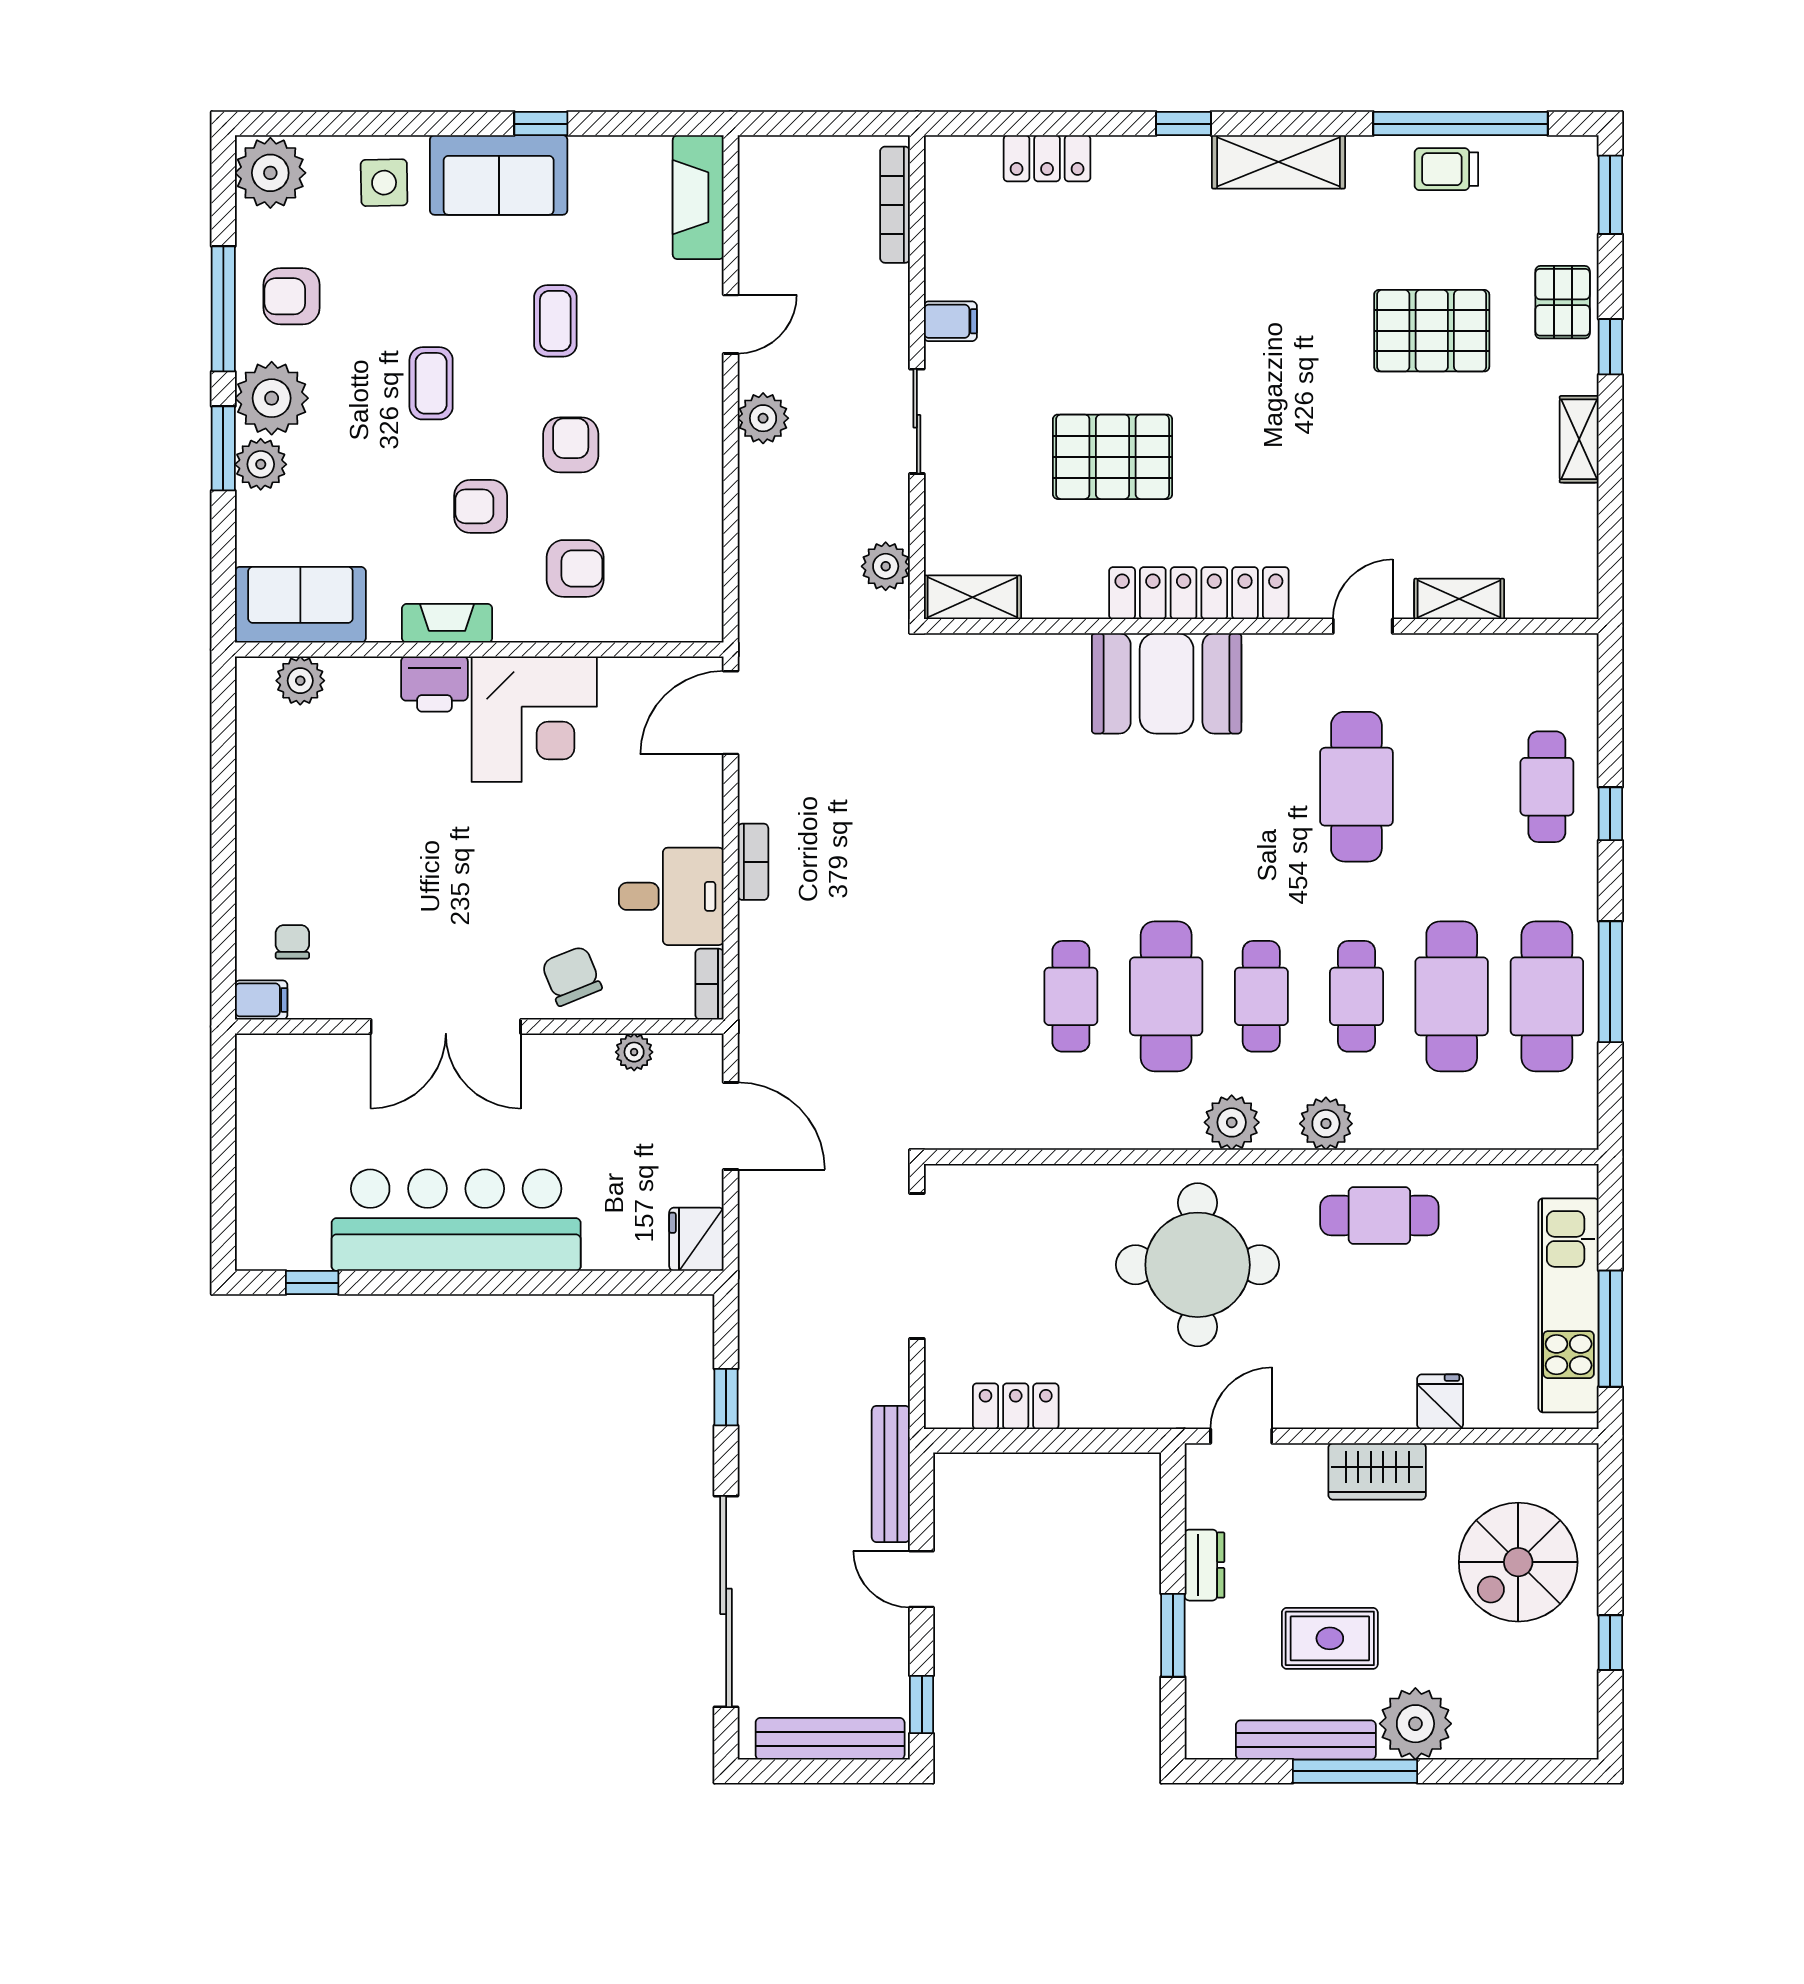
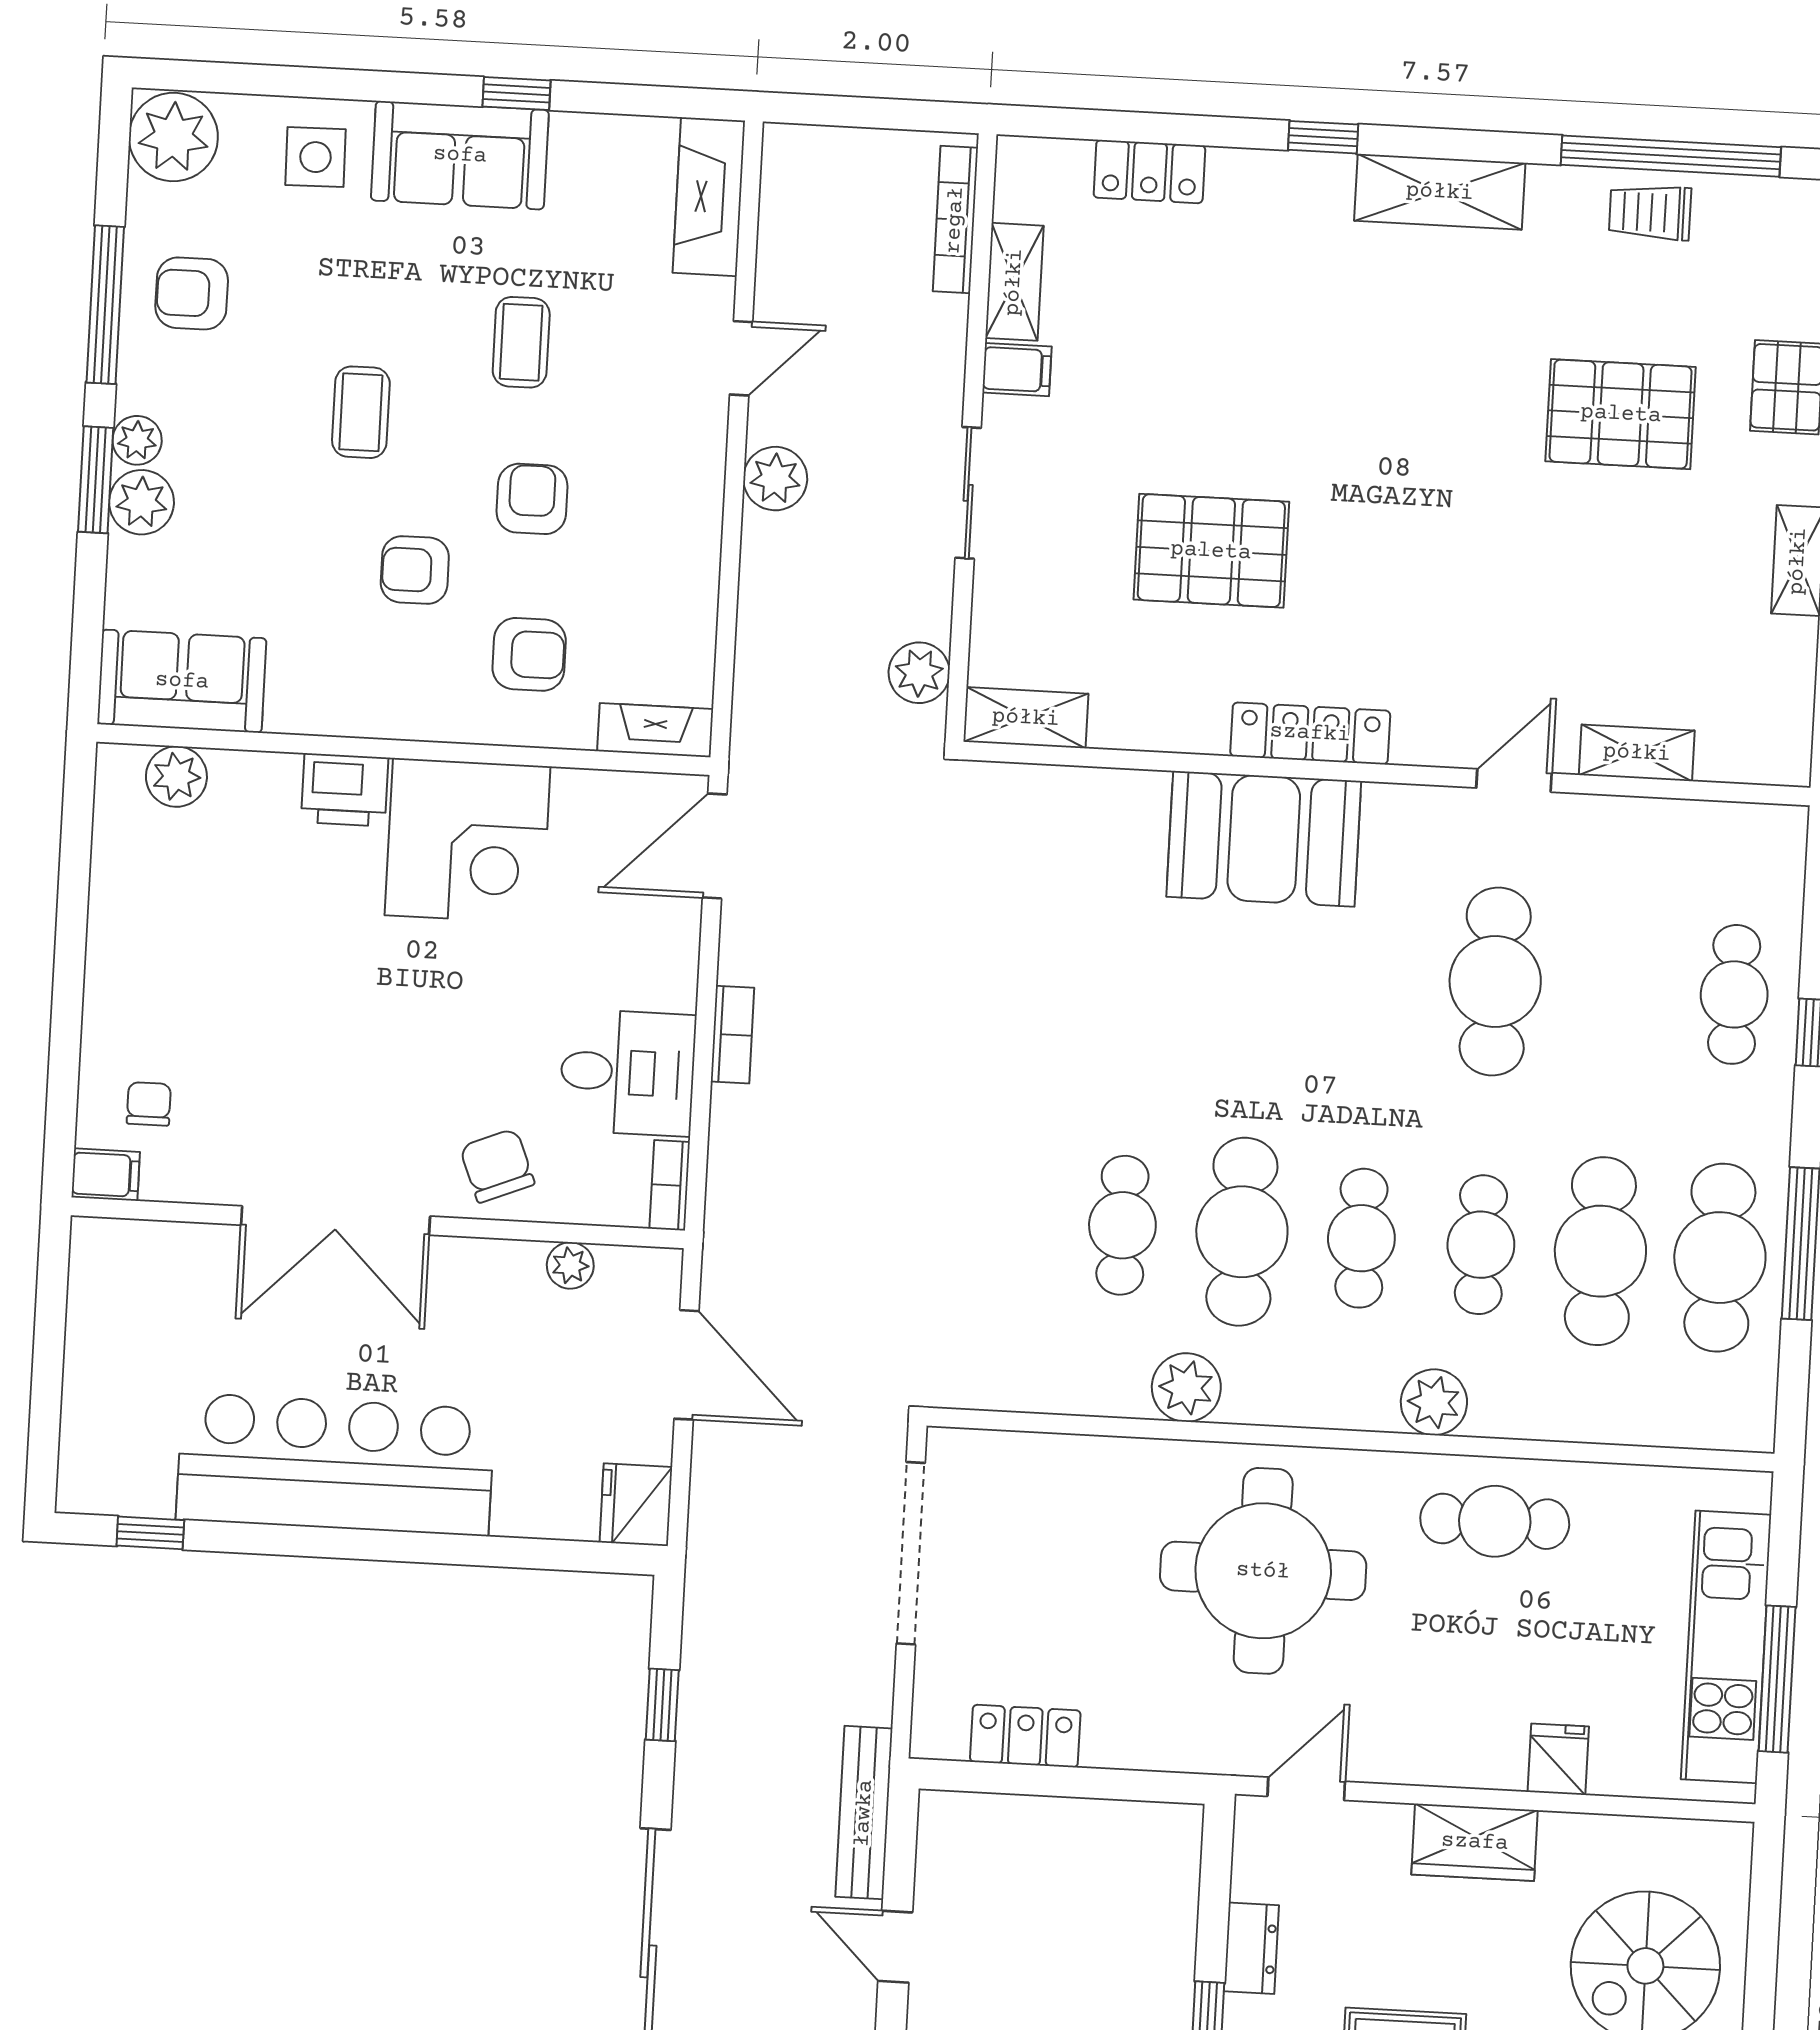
shelving: (945, 252) -> (1014, 282), added
plant: (272, 398) -> (137, 440), width x0.53, depth x0.53
locker: (1199, 593) -> (1310, 733), width x0.71, depth x0.83
fireplace: (447, 623) -> (655, 730), moved
plant: (1232, 1122) -> (1186, 1387), moved

